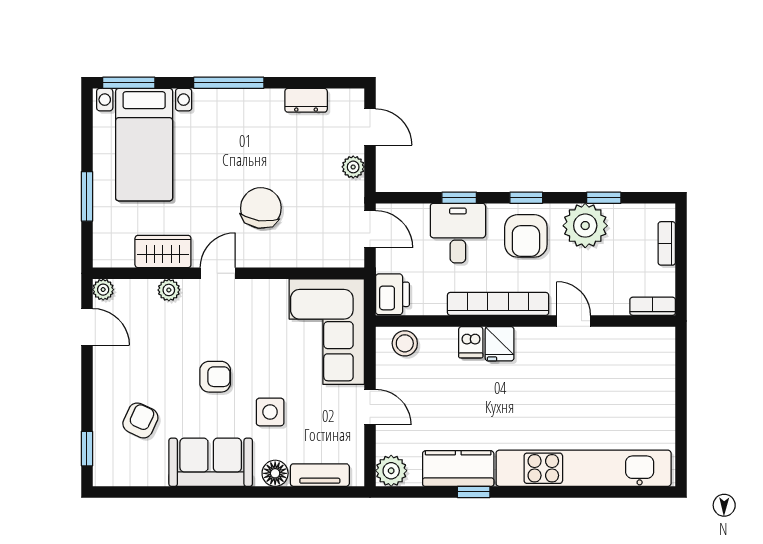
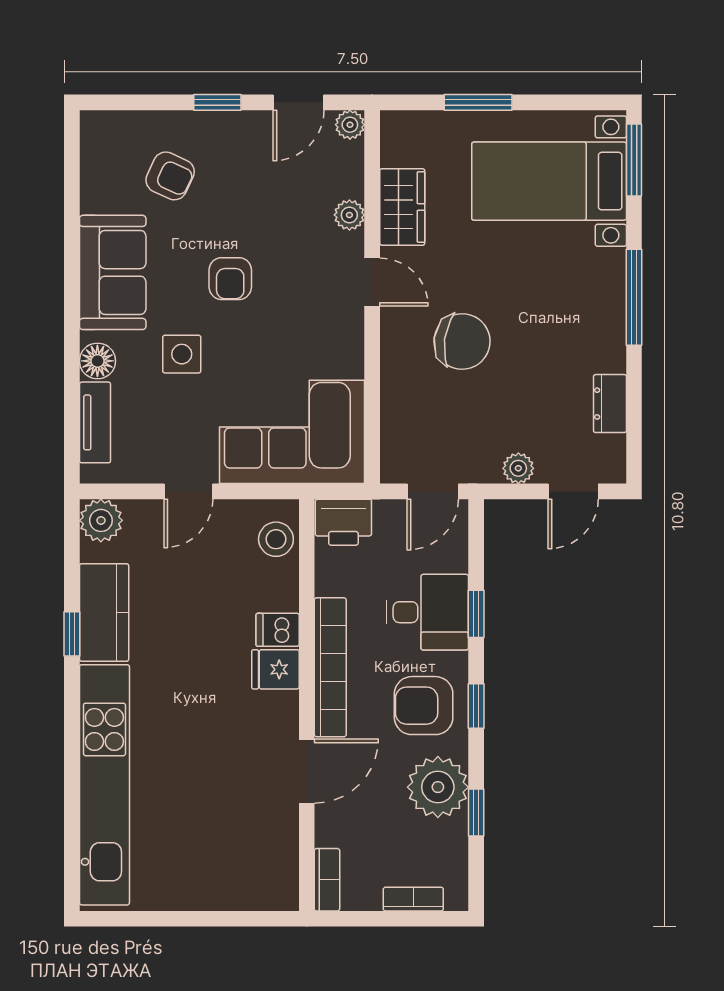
door: (574, 321) -> (307, 771), width x1.38
window: (87, 449) -> (217, 102), moved

